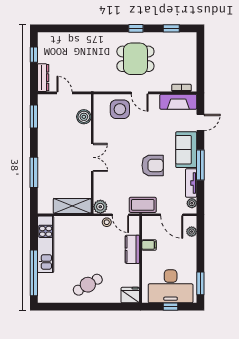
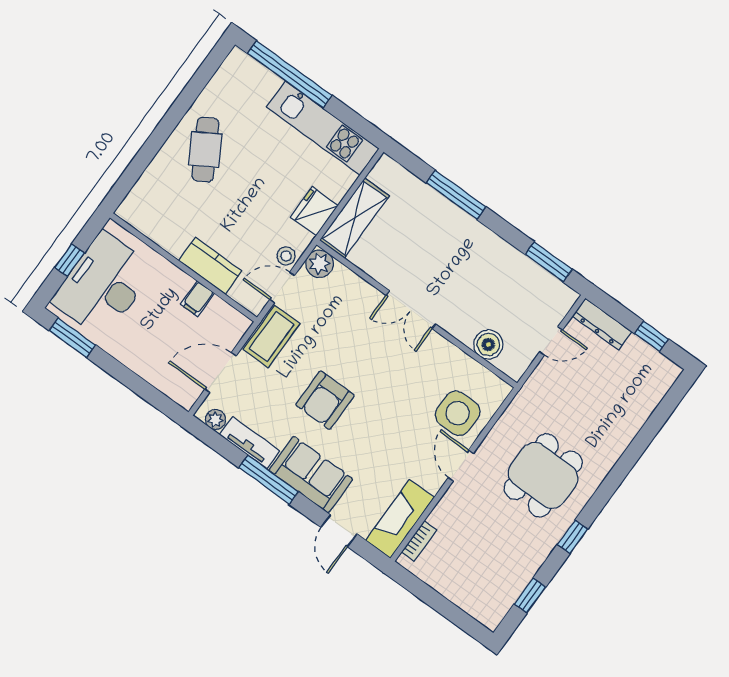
dining table: (135, 59) -> (543, 475), moved
door: (140, 93) -> (461, 465), hinge flipped
plant: (192, 232) -> (169, 385), removed
fridge: (130, 295) -> (314, 211), moved, turned 180

